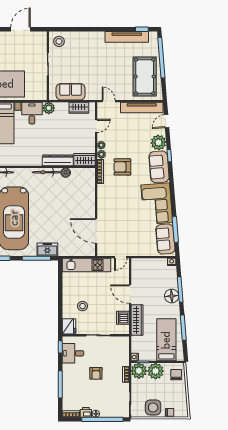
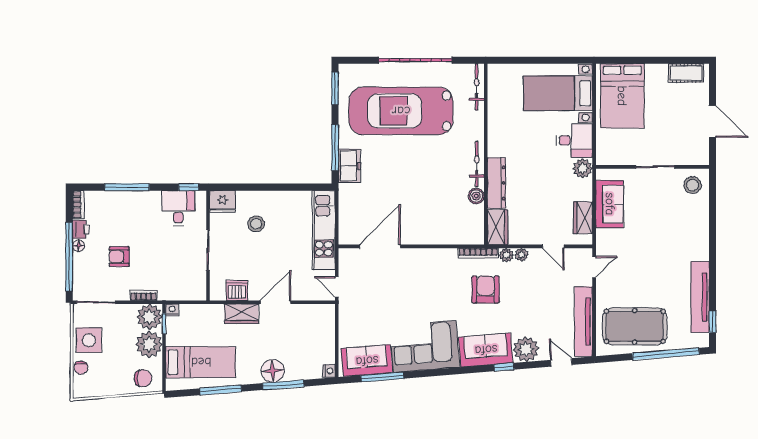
wardrobe: (137, 320) -> (242, 314), width x0.67
armchair: (96, 373) -> (119, 257), moved

